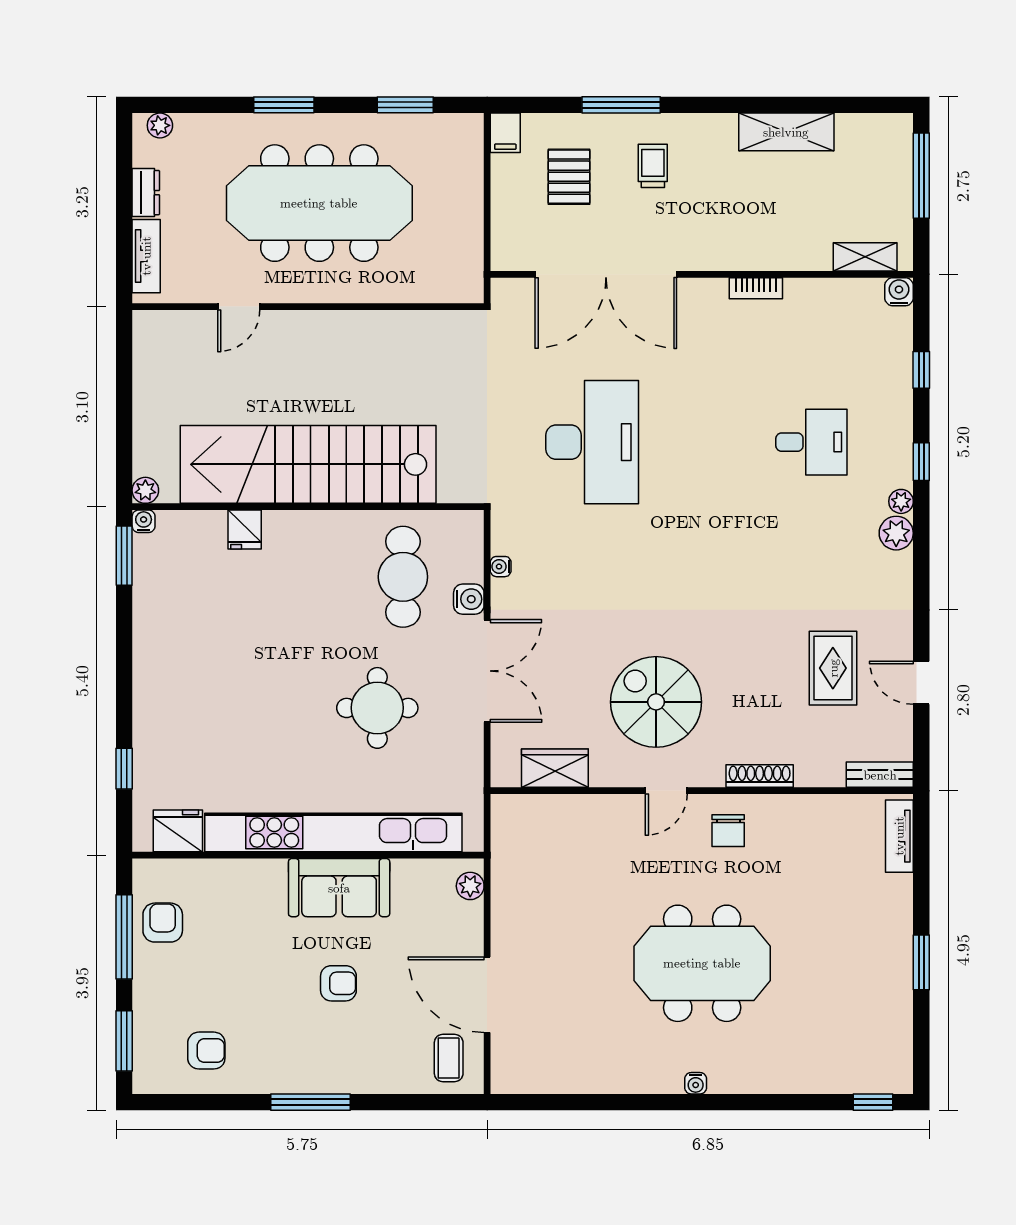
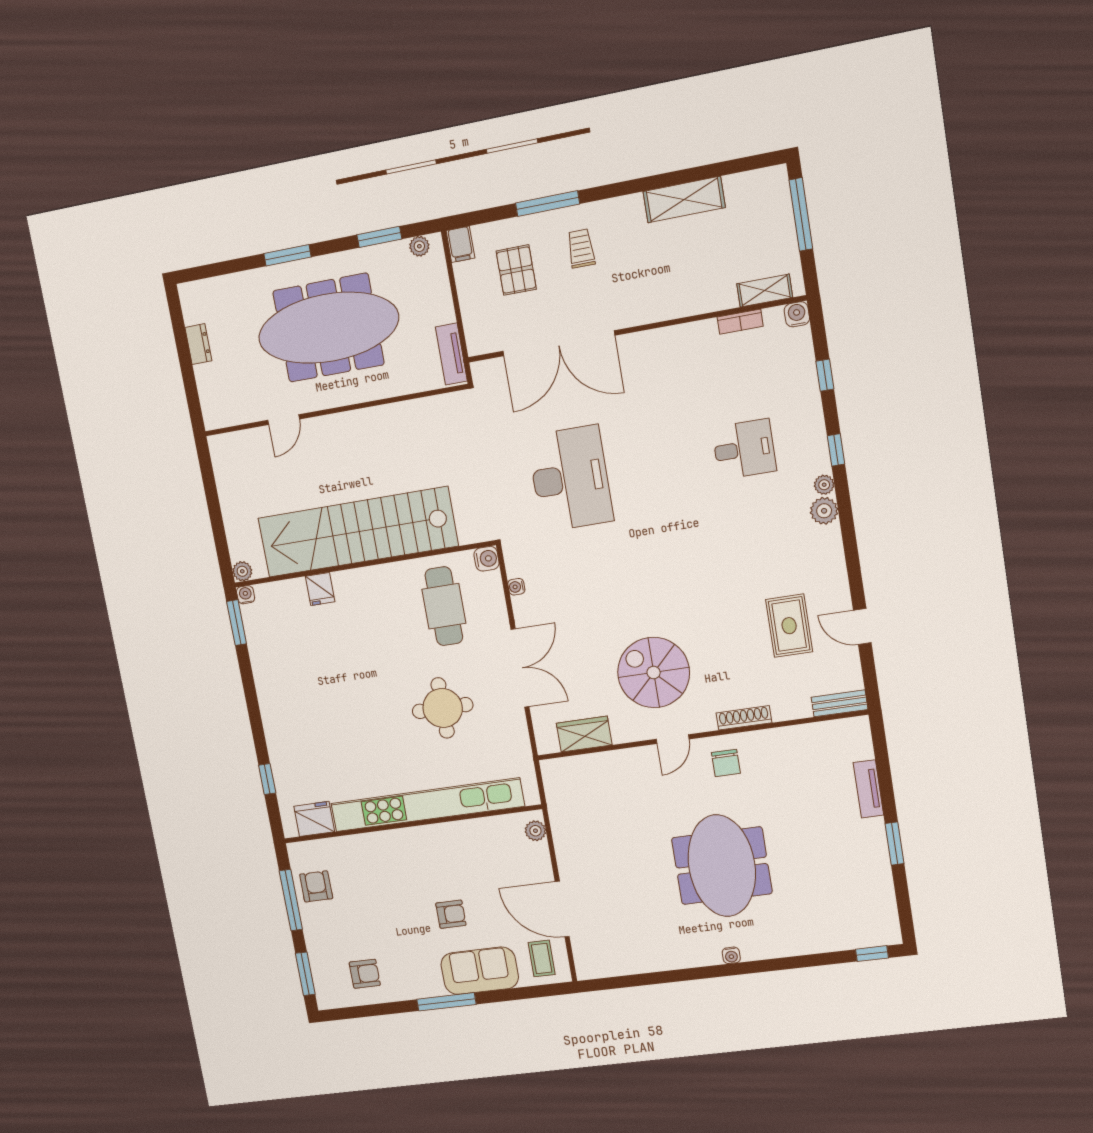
plant: (160, 125) -> (419, 246), moved
tv unit: (146, 256) -> (451, 354), moved, turned 180
bookcase: (756, 288) -> (740, 322), moved
water cooler: (469, 599) -> (487, 559), moved
tv unit: (899, 836) -> (868, 789), moved
sofa: (339, 888) -> (480, 971), moved, turned 180
meeting table: (702, 963) -> (722, 866), turned 90

